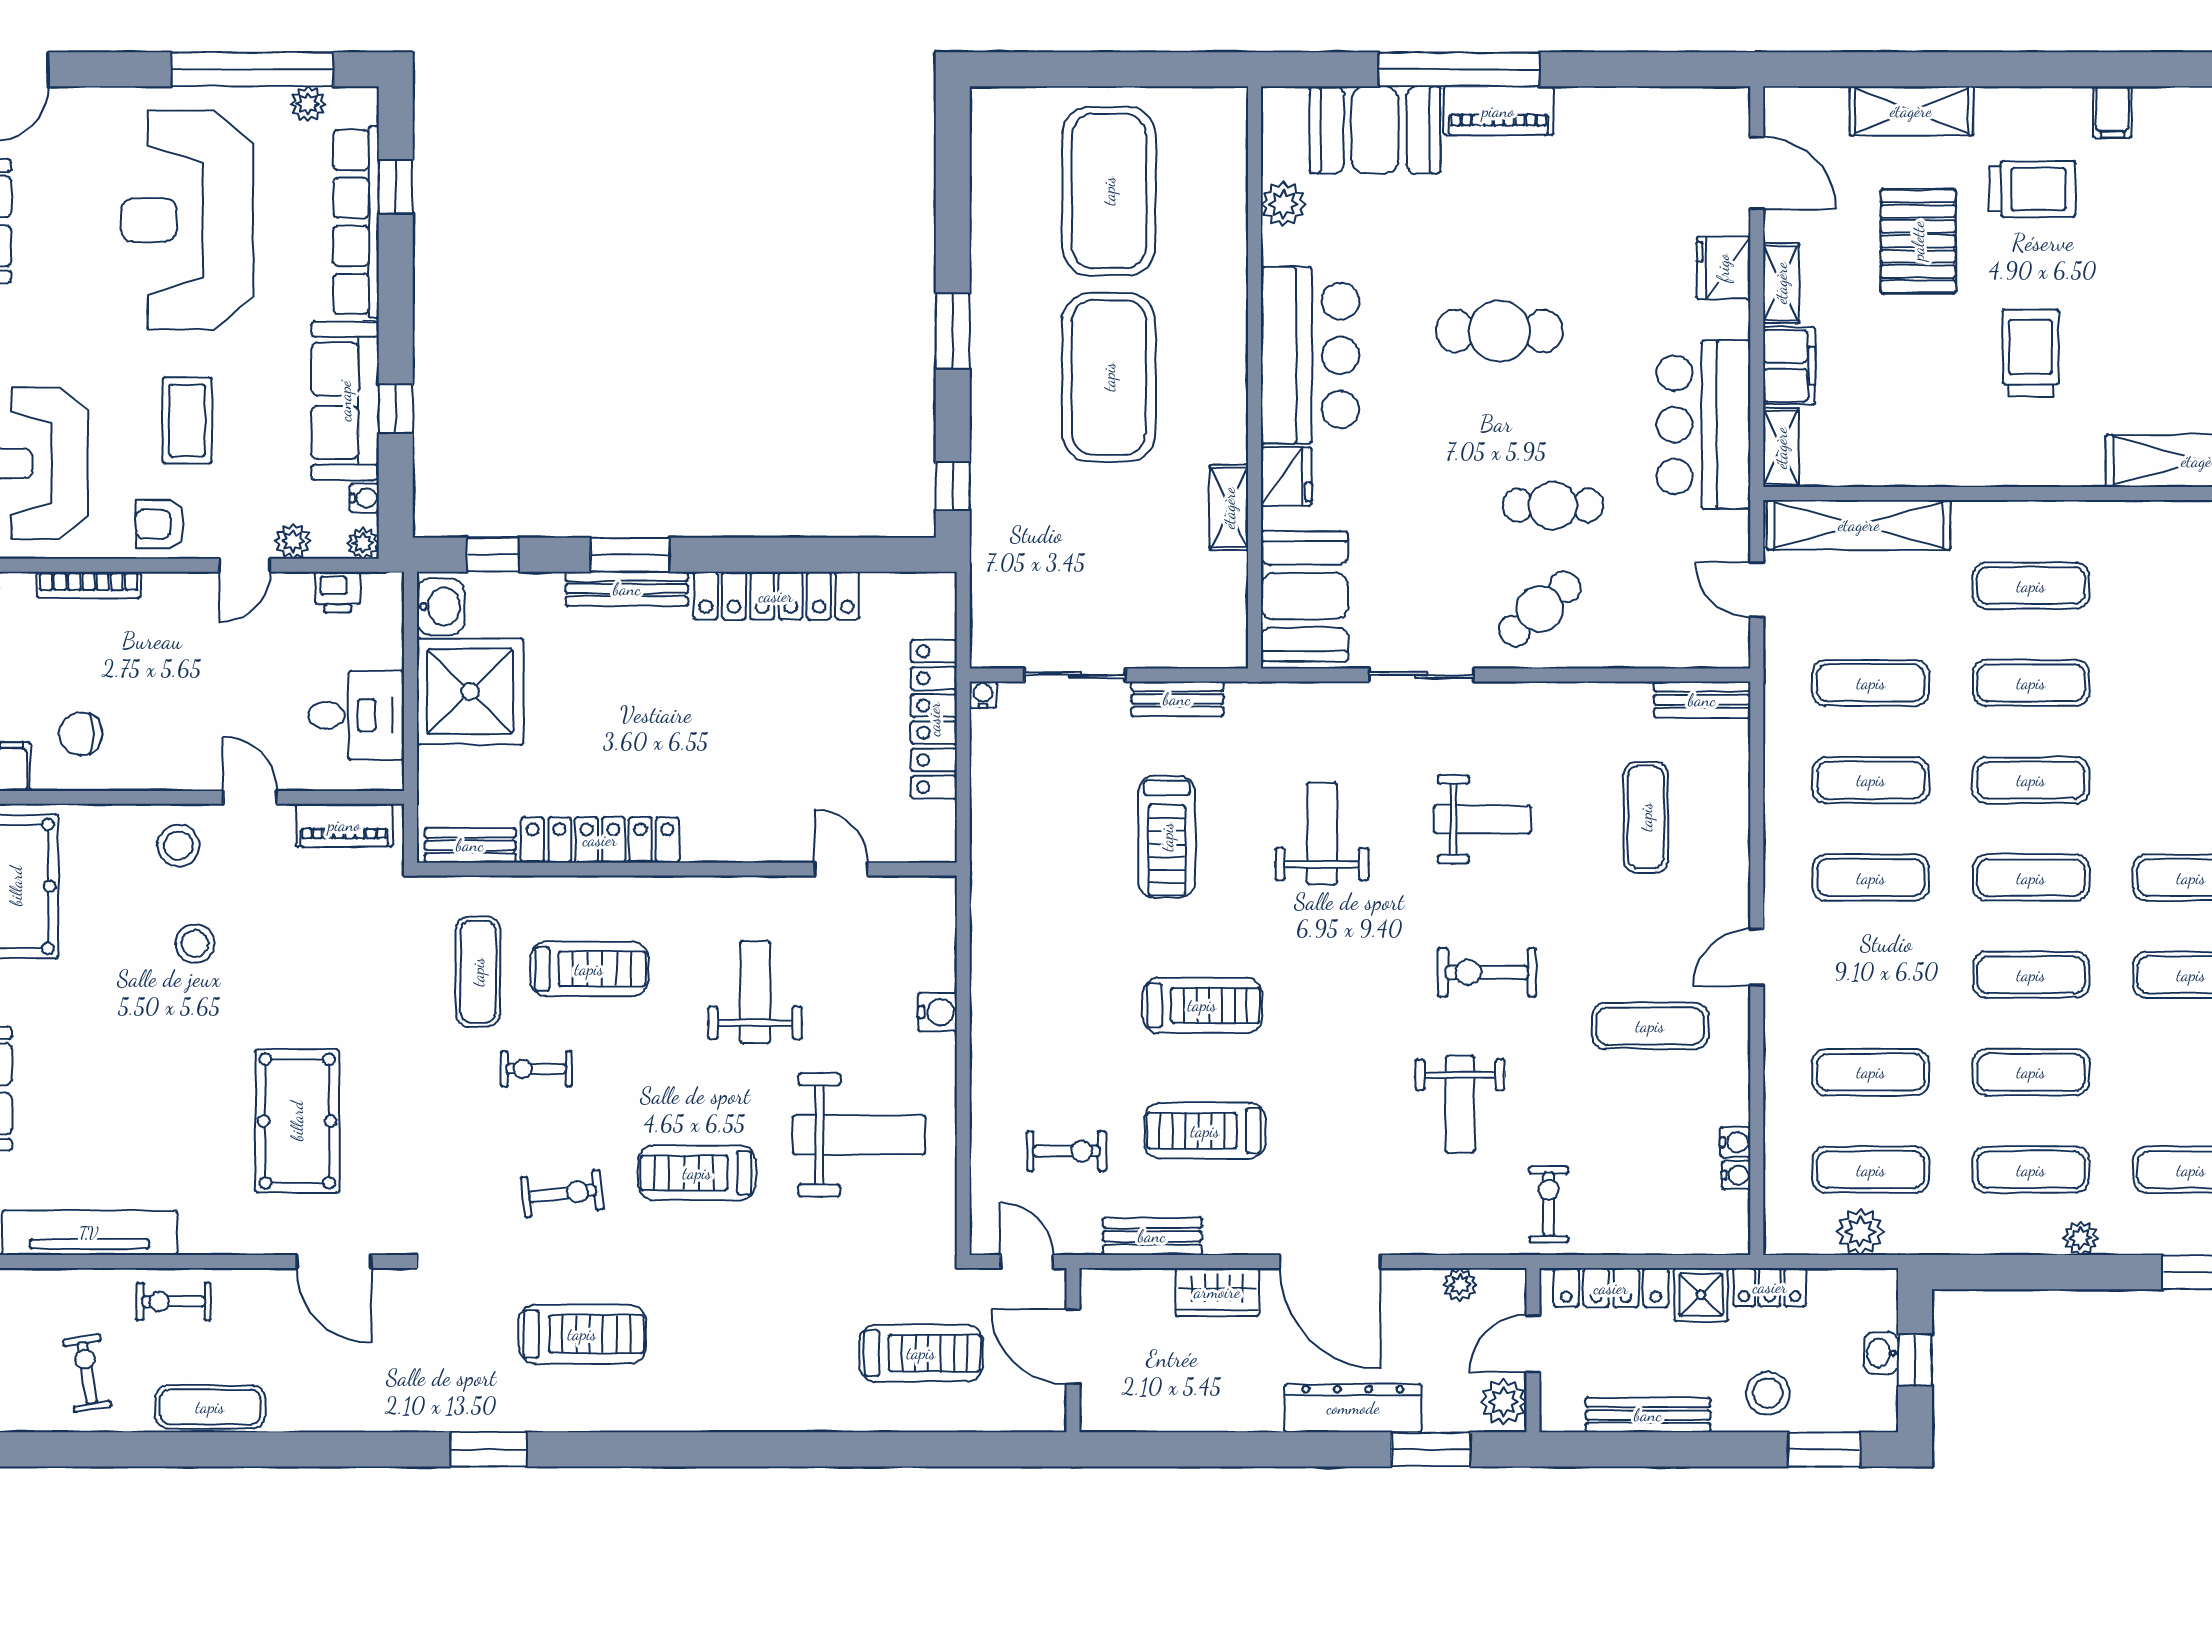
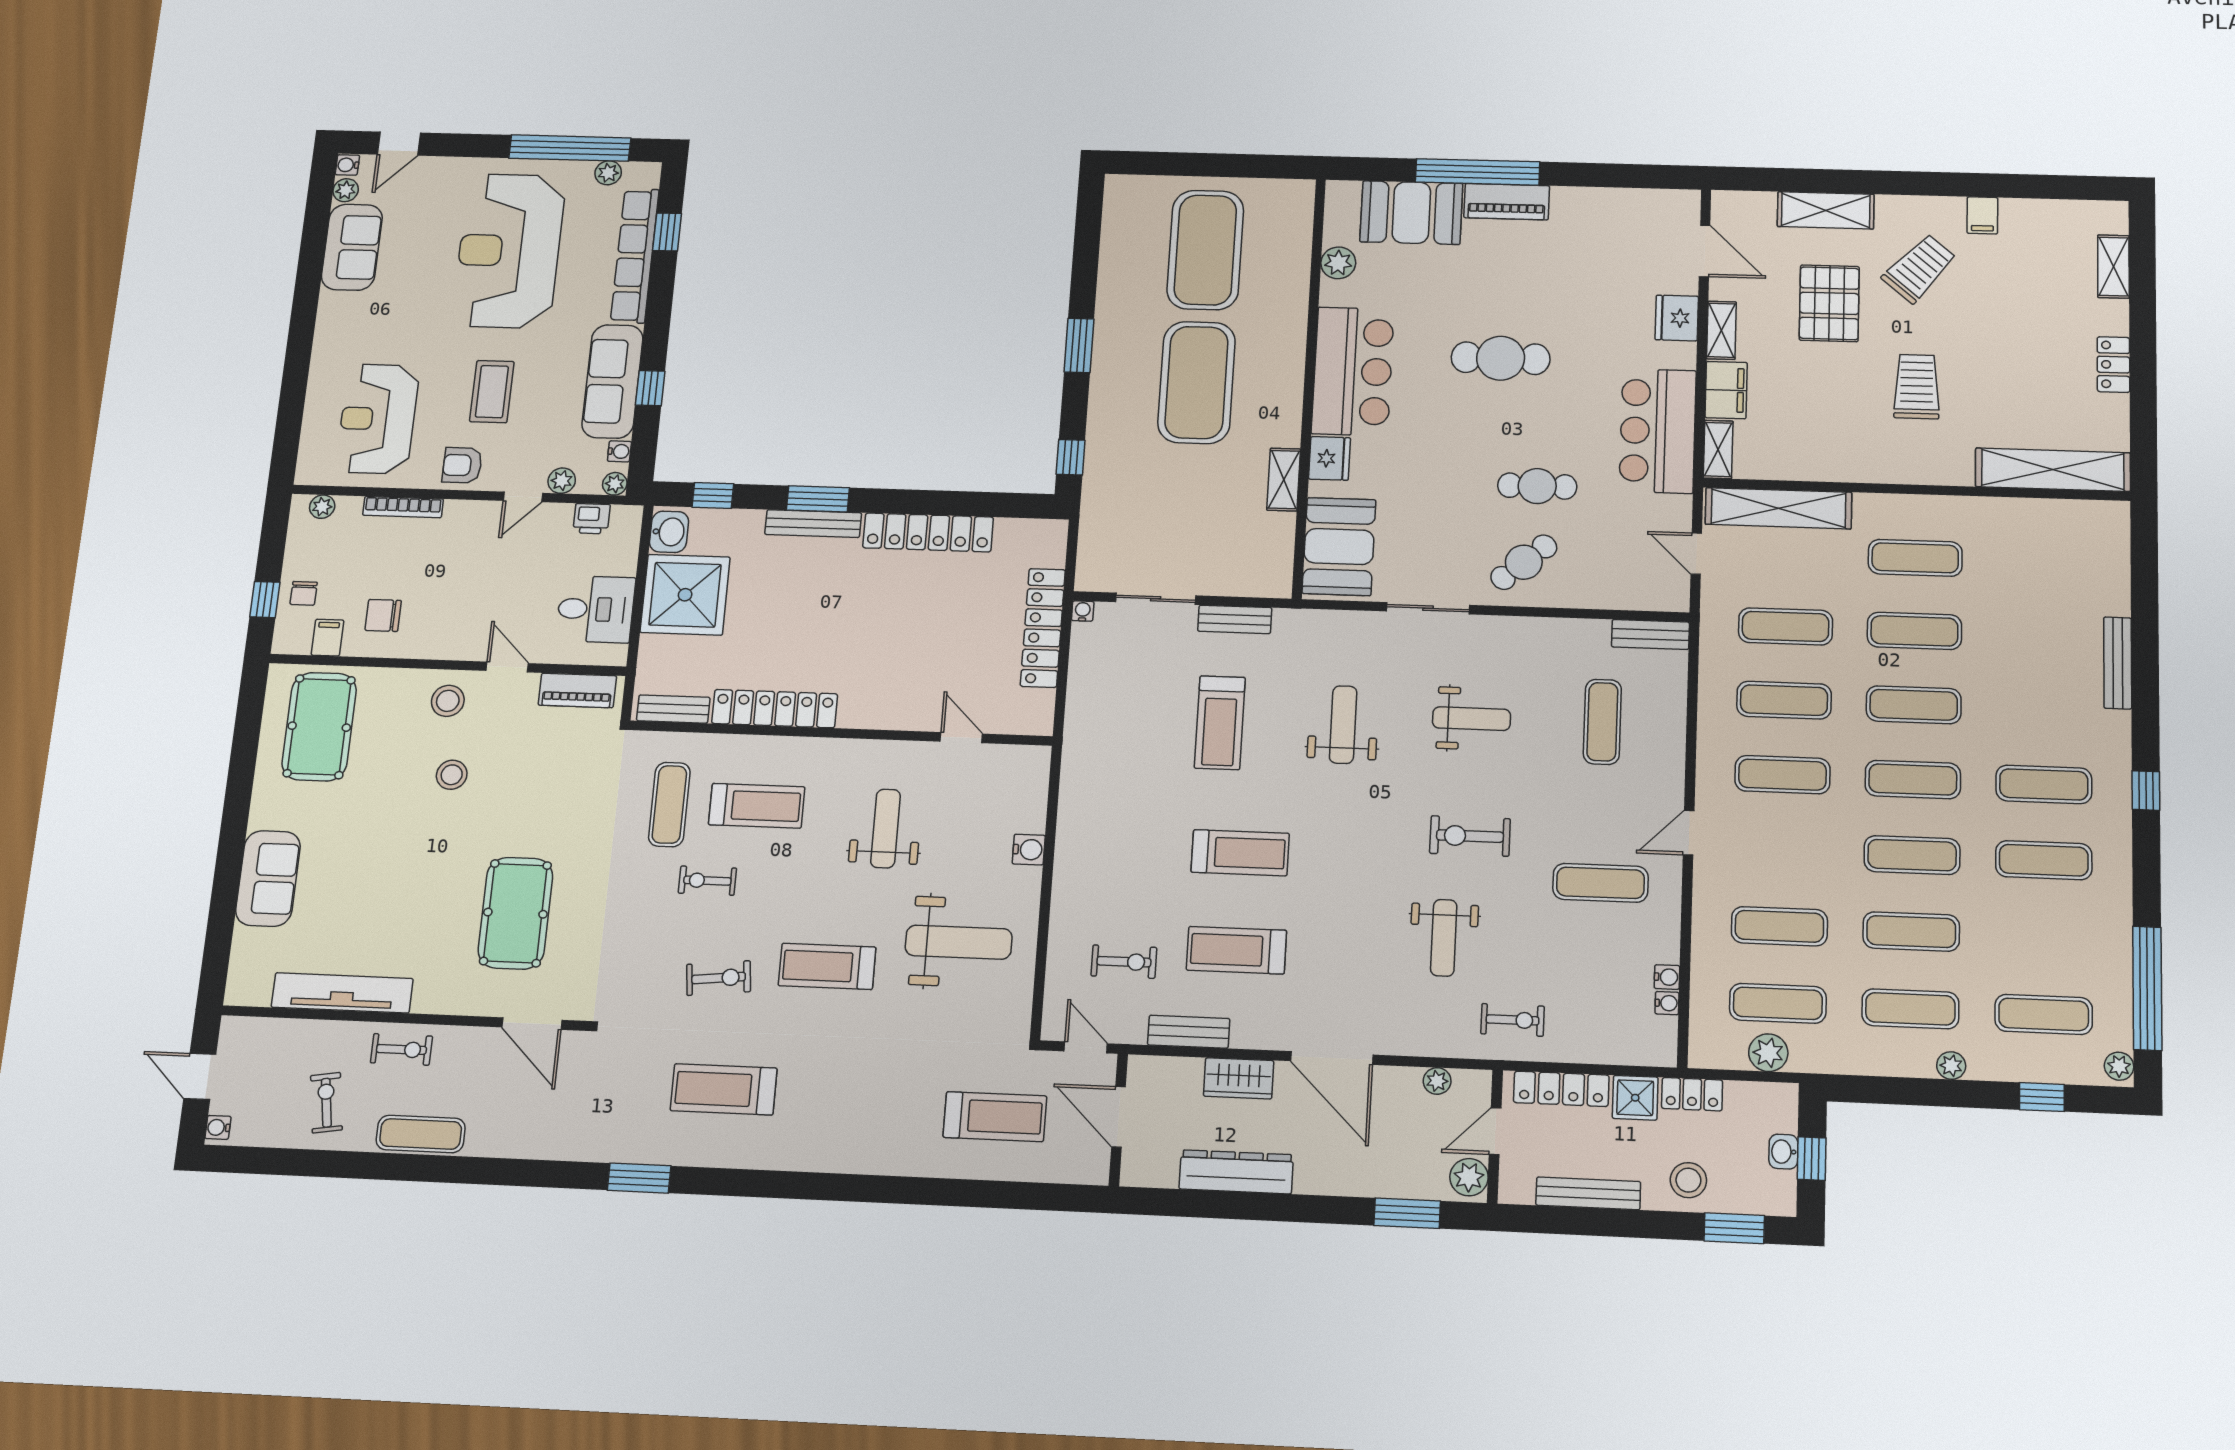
trolley: (2032, 189) -> (1919, 268), turned -49
exercise bike: (1549, 1204) -> (1513, 1020), turned 90
exercise bike: (173, 1302) -> (401, 1049), turned 180
treadmill: (582, 1334) -> (724, 1089), turned 180
dresser: (1353, 1408) -> (1236, 1172), moved

